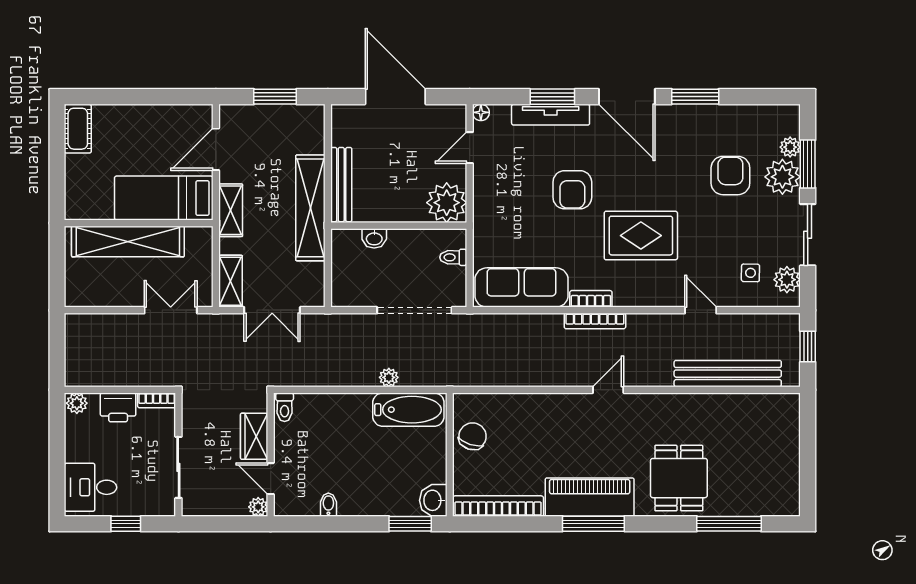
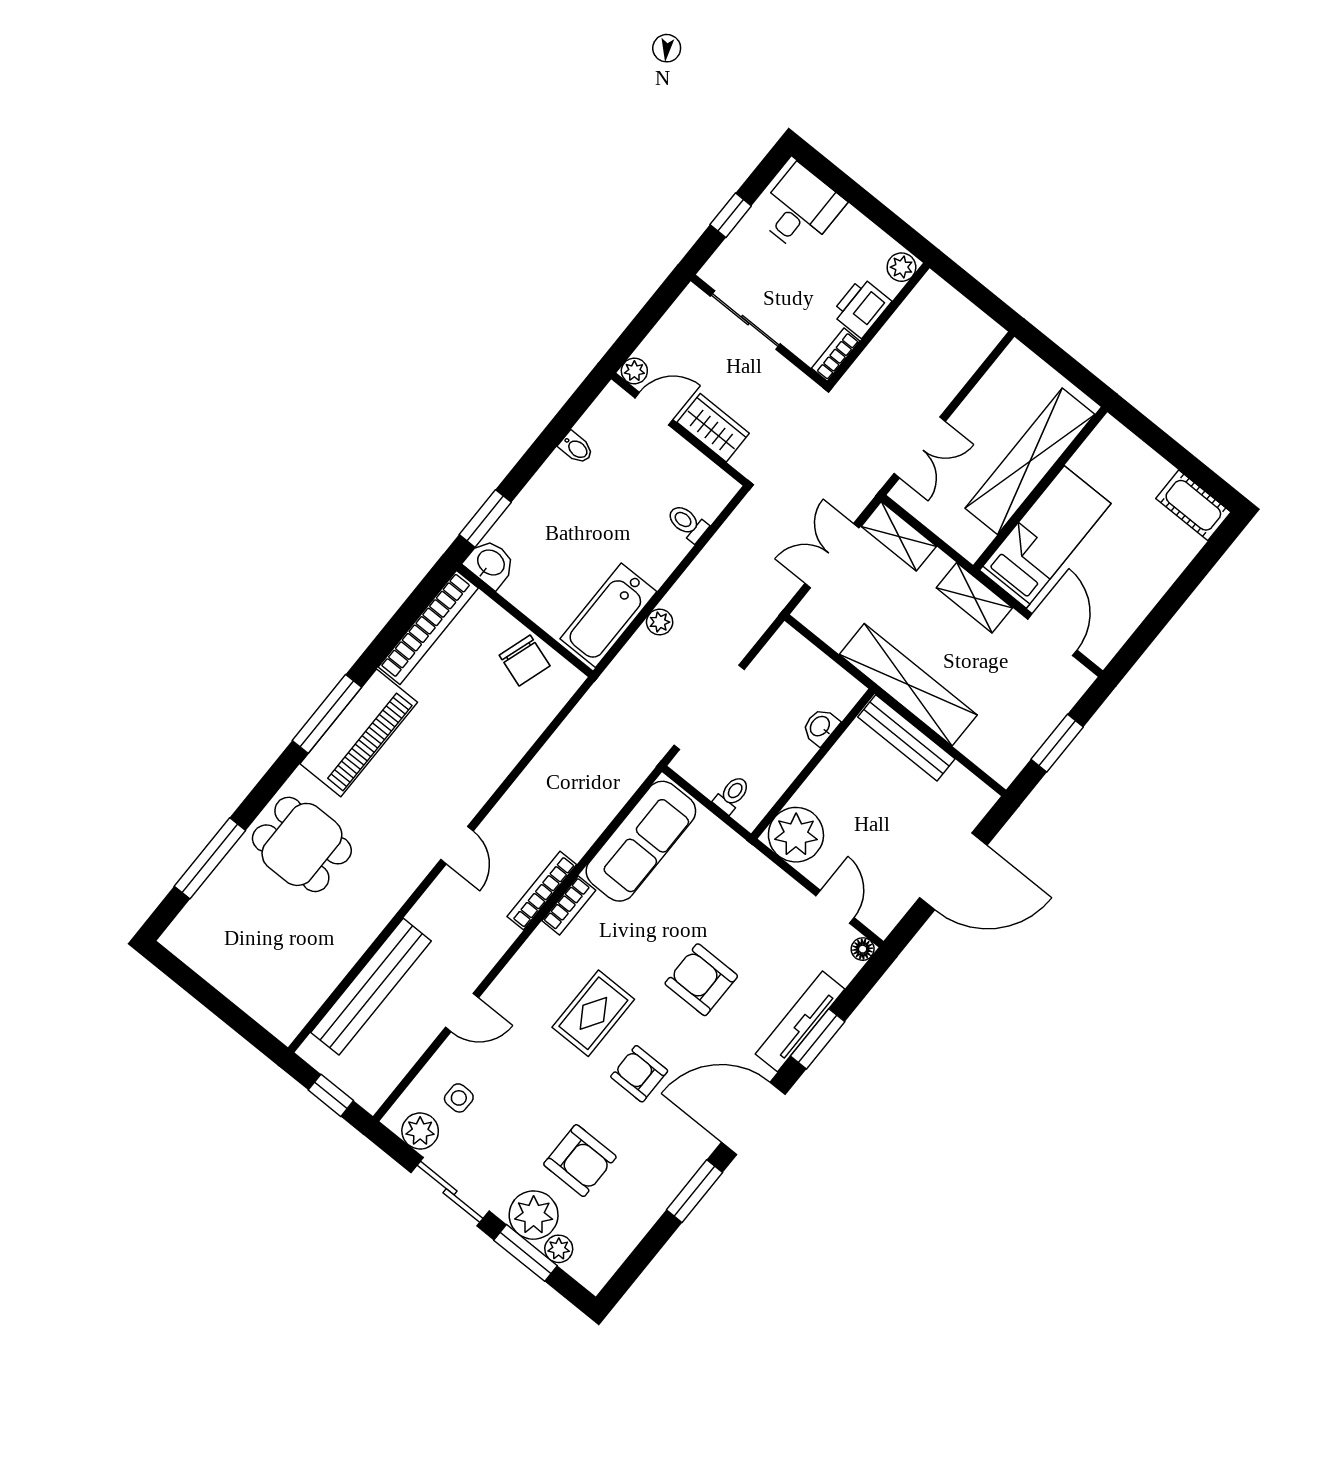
armchair: (654, 182) -> (639, 1074), added
rug: (641, 236) -> (593, 1013), width x0.73, depth x0.70
toilet: (285, 407) -> (687, 523), moved

